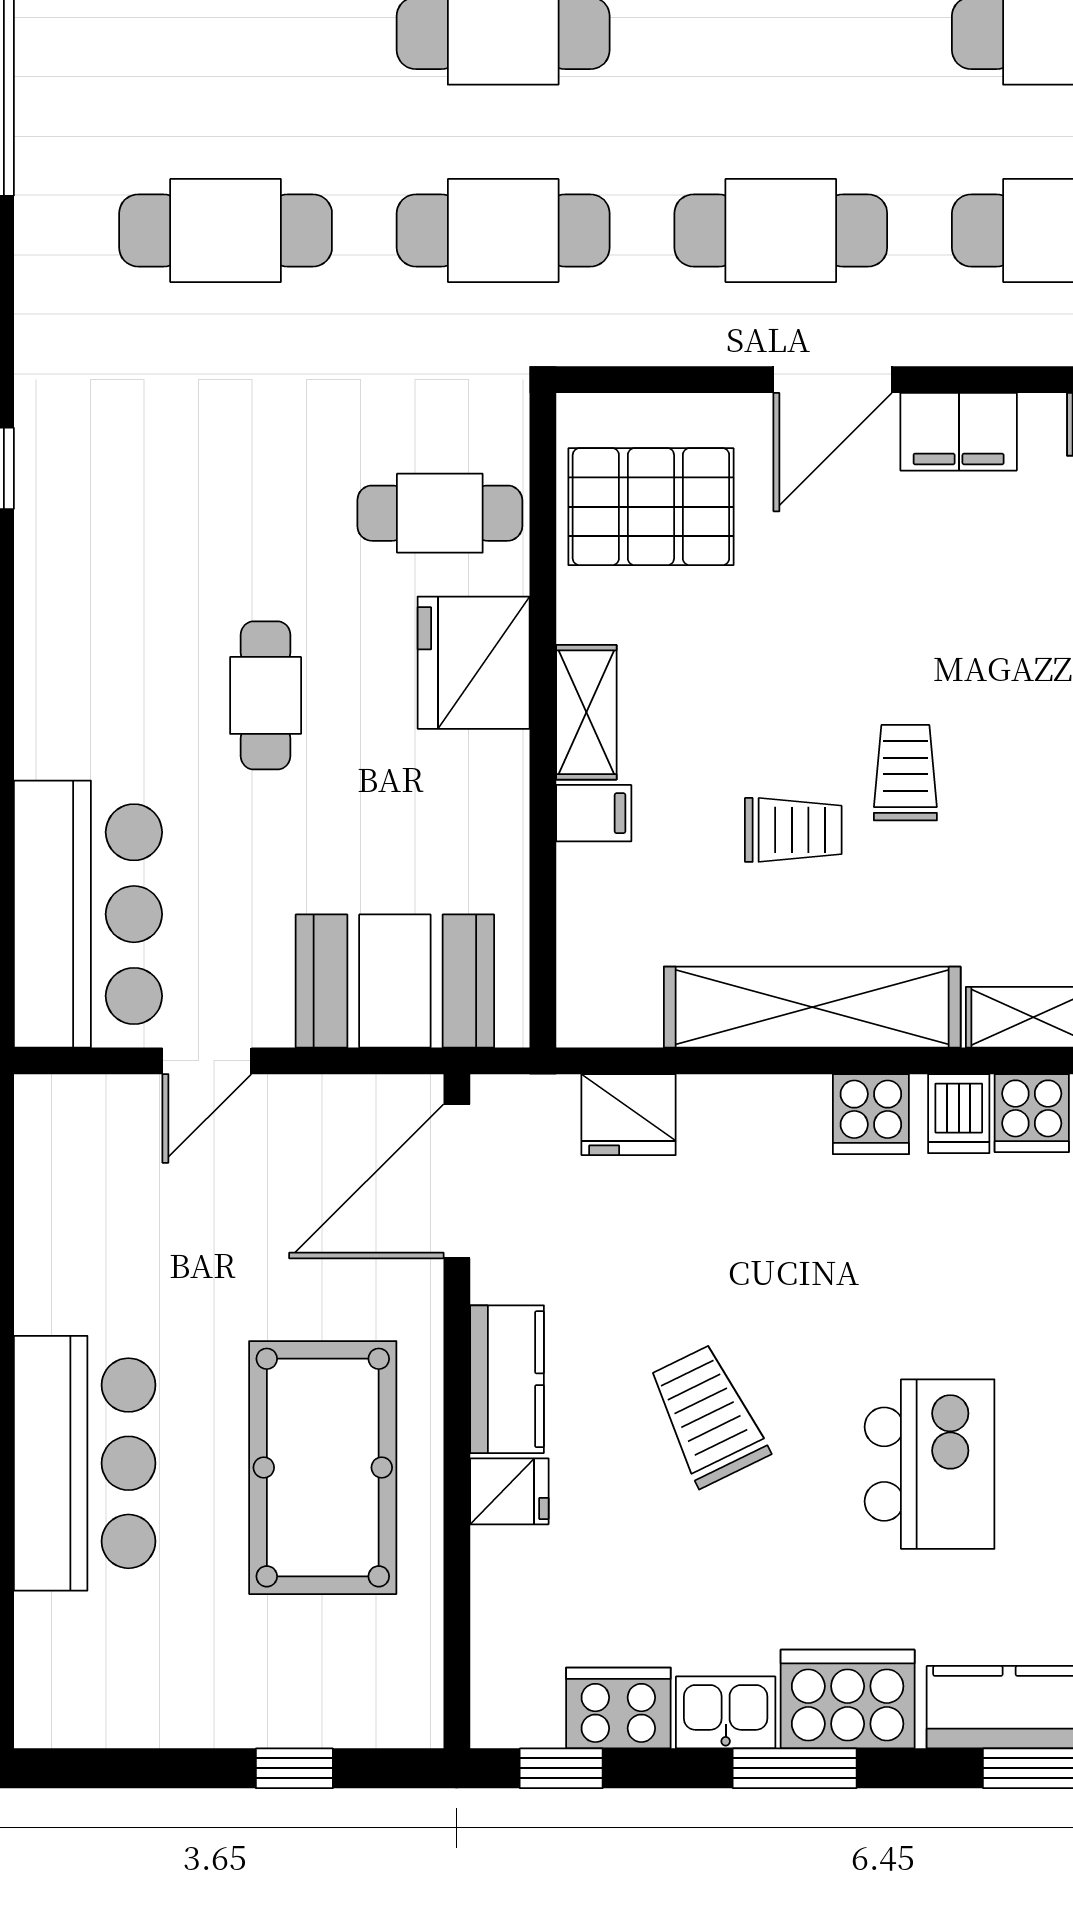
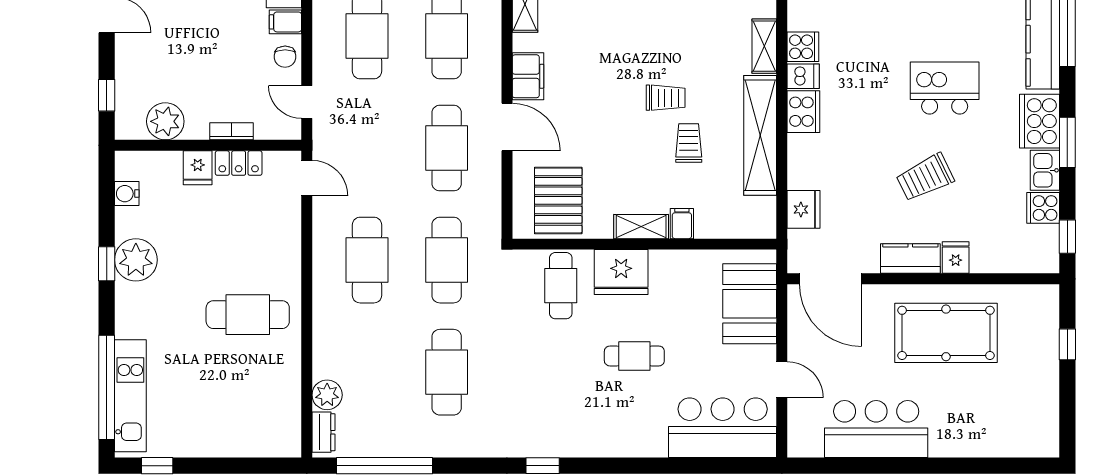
trolley: (905, 773) -> (666, 98), turned 180
cooker: (871, 1114) -> (803, 112), width x1.36
bar counter: (85, 1463) -> (876, 429), moved
cooker: (618, 1708) -> (1043, 208), width x0.73

